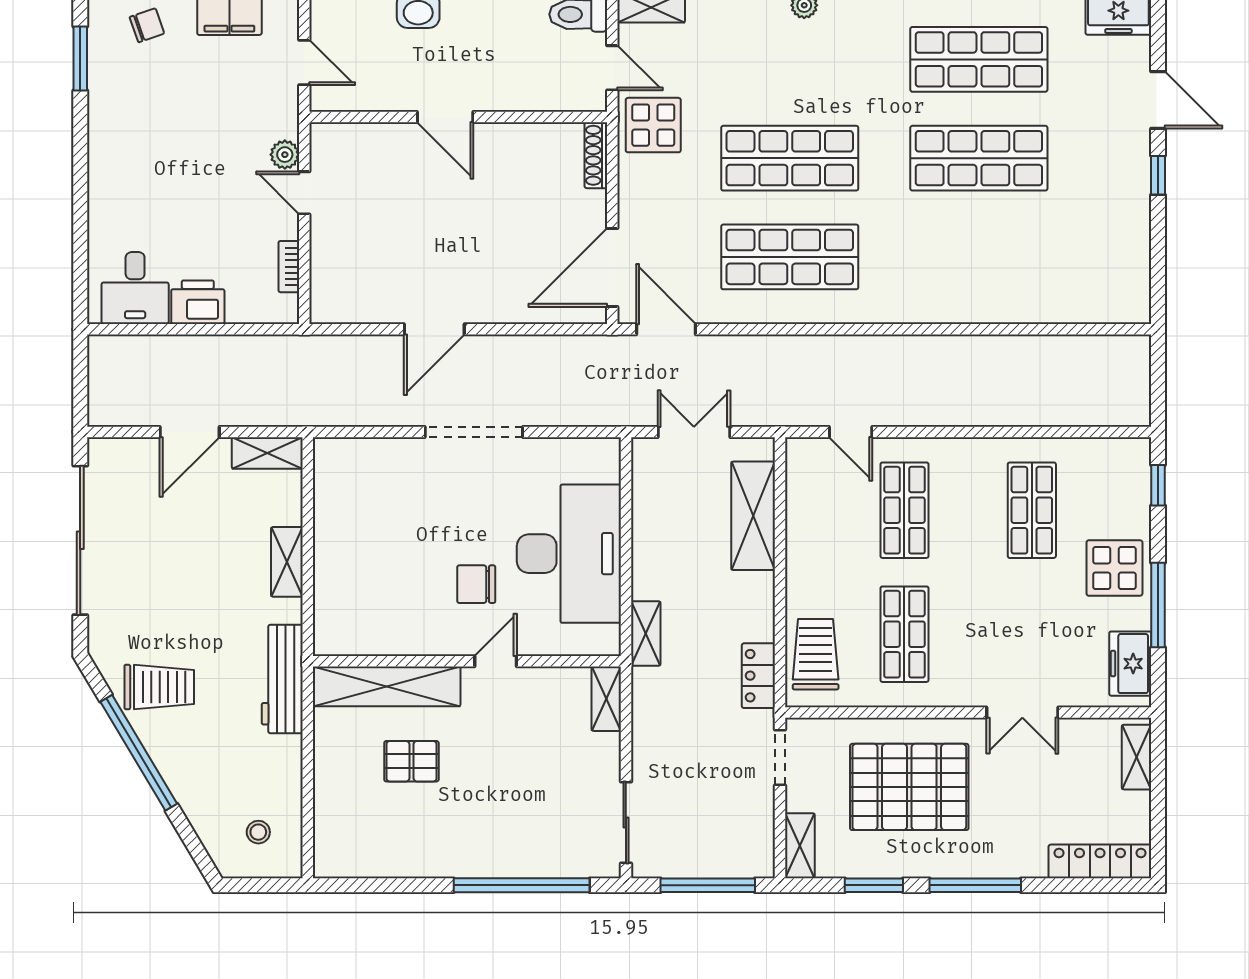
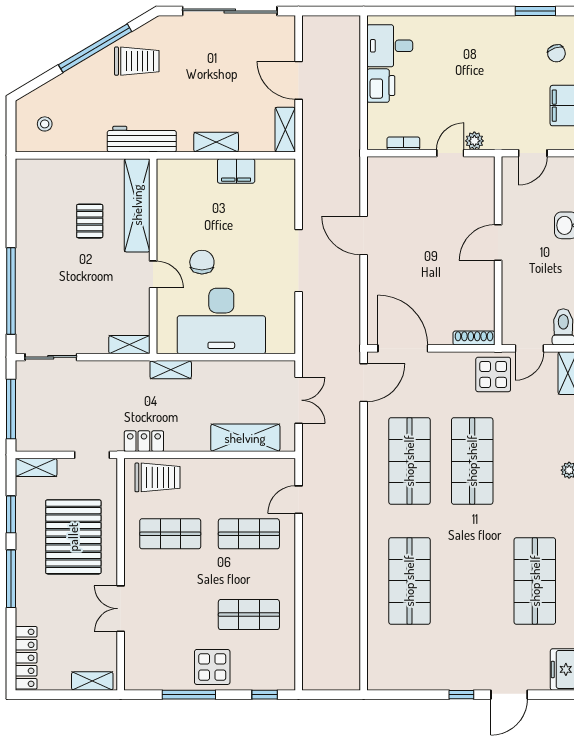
shop shelf: (979, 158) -> (409, 581), moved
filing cabinet: (332, 530) -> (236, 171), added
freezer: (1130, 664) -> (152, 677), removed
trolley: (159, 687) -> (137, 61), turned -90

